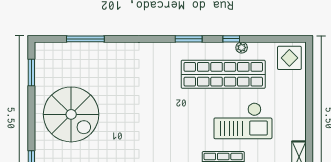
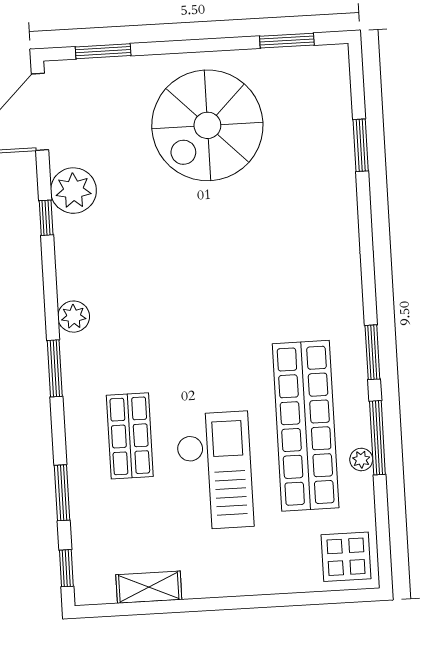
window: (85, 39) -> (361, 145), width x0.69
window: (231, 39) -> (377, 438), width x2.17
checkout: (243, 121) -> (215, 471), turned 180

